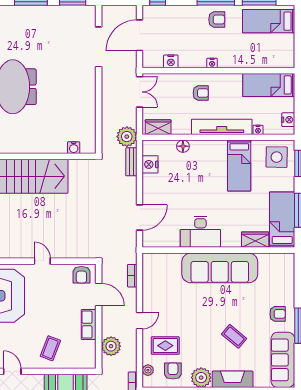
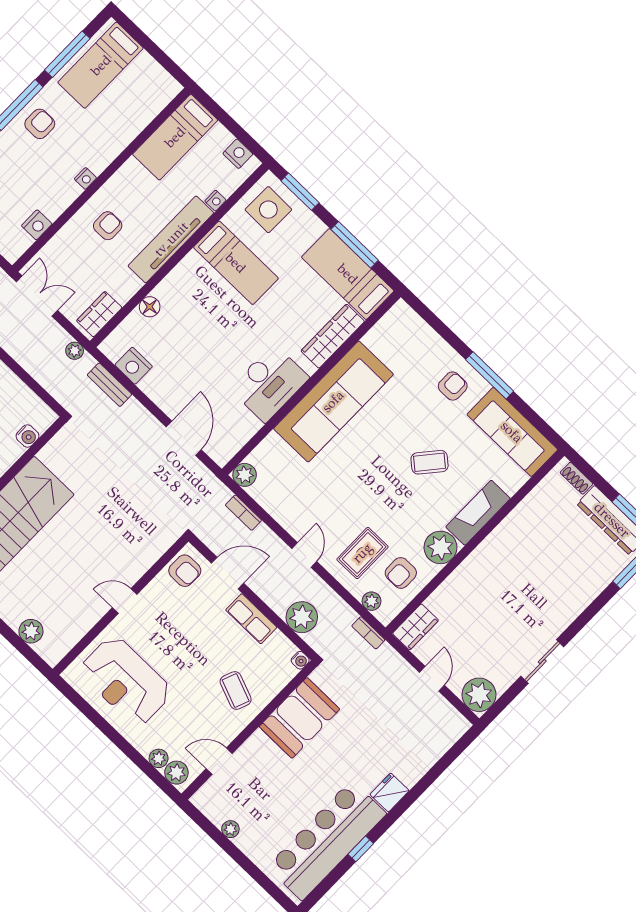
plant: (127, 137) -> (75, 351), width x0.53, depth x0.53
wardrobe: (255, 240) -> (333, 336), width x1.50
plant: (149, 260) -> (245, 475), added
water cooler: (91, 364) -> (300, 660), added
armchair: (173, 371) -> (401, 573), turned -90

